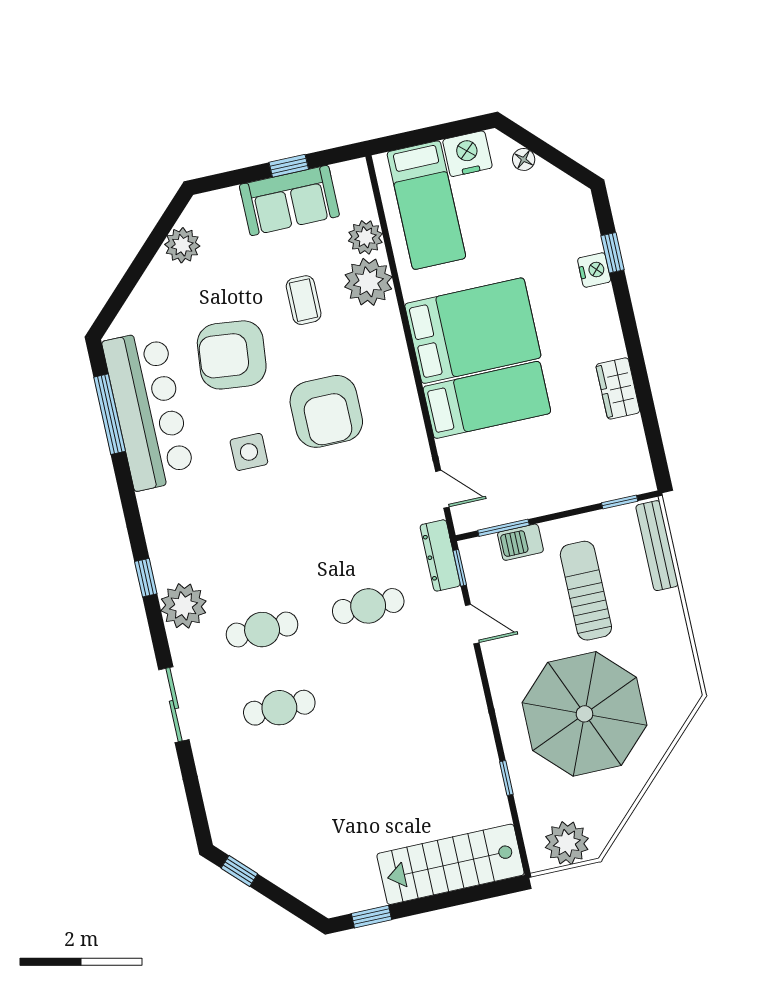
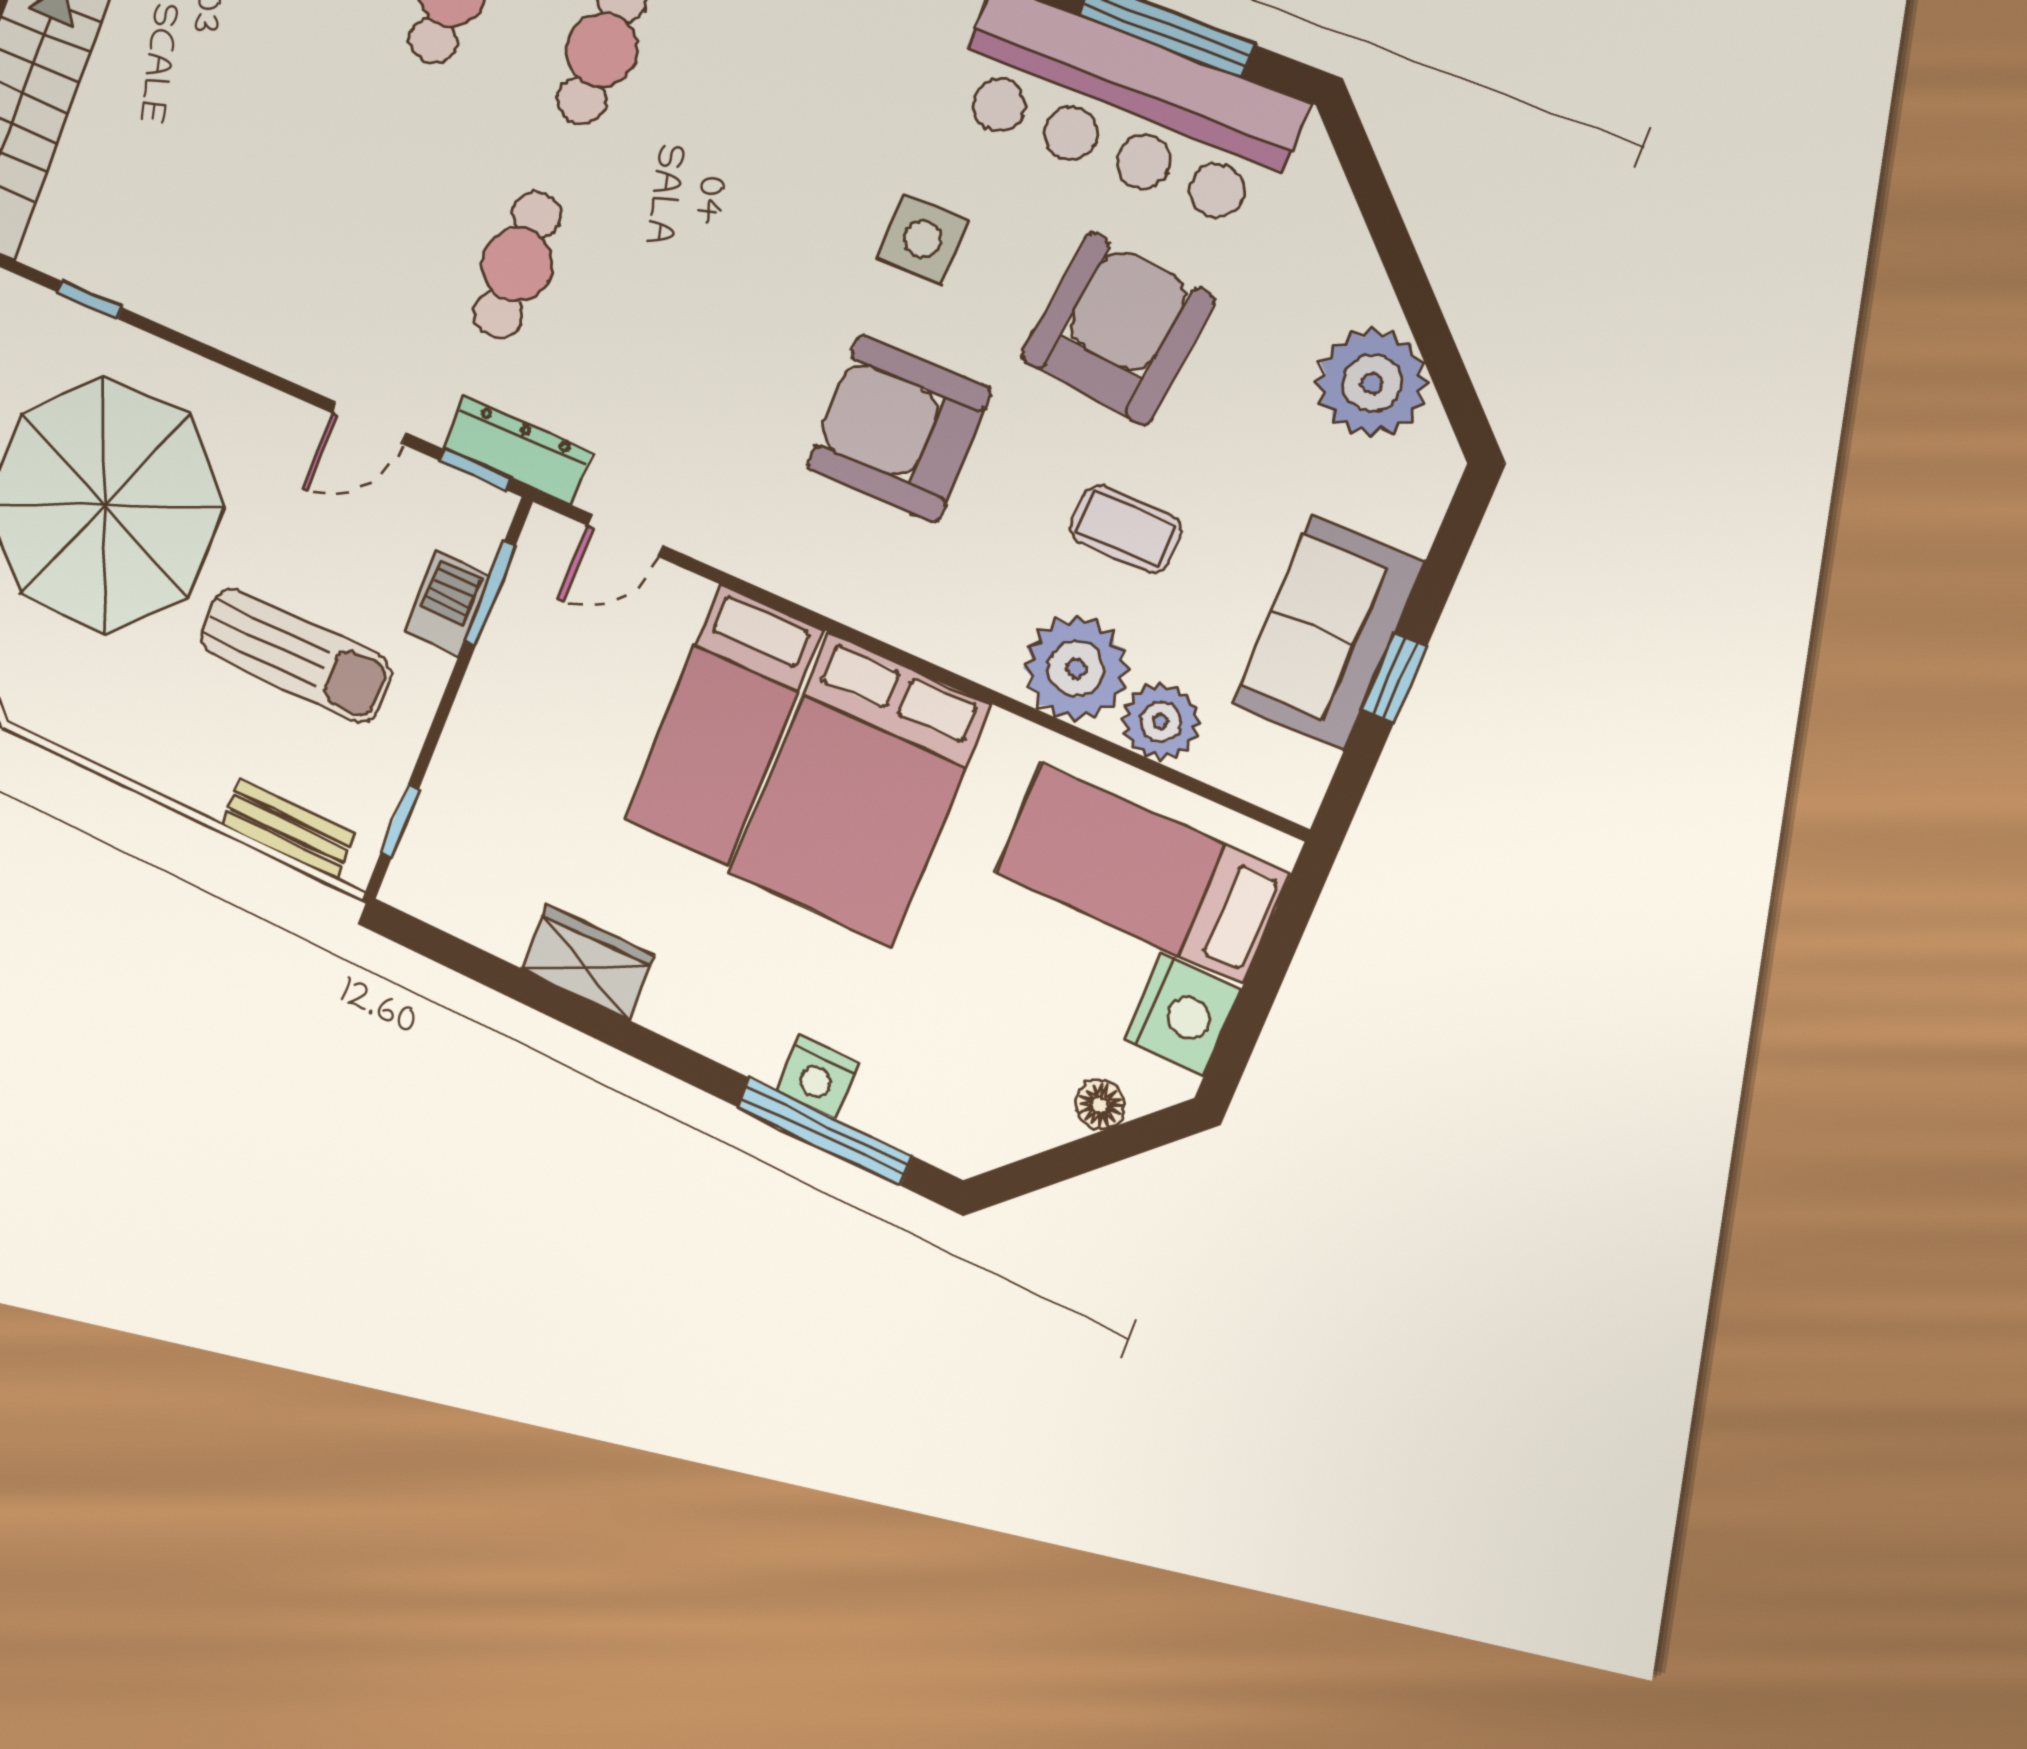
plant: (182, 245) -> (1372, 383), width x1.36, depth x1.36
window: (613, 253) -> (825, 1132), width x2.17
bench: (657, 546) -> (288, 829), width x0.73

